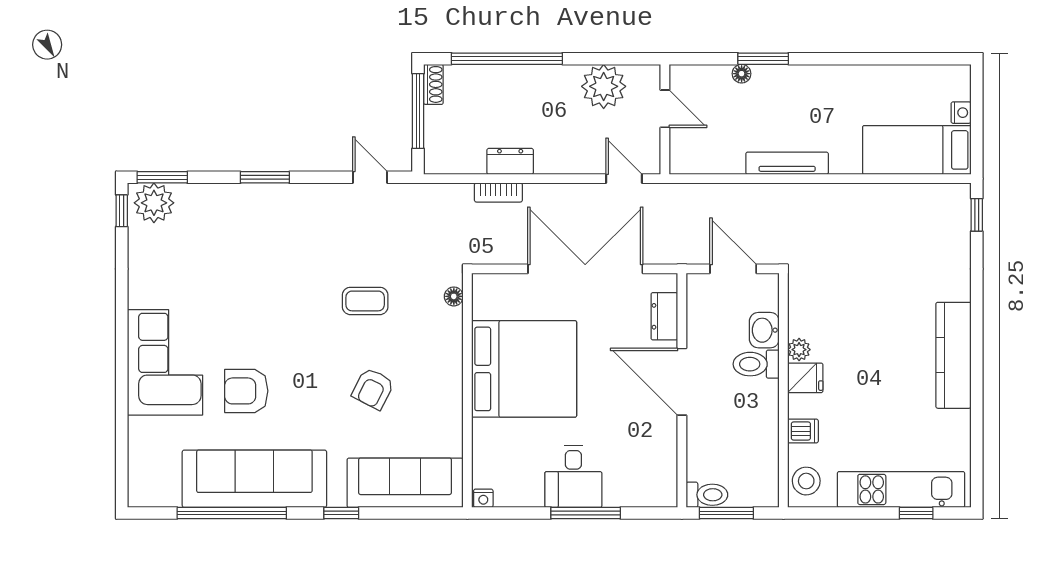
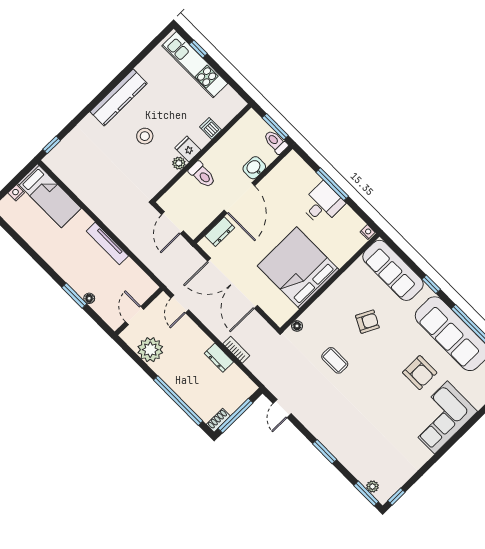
plant: (154, 203) -> (372, 487), width x0.53, depth x0.53
washbasin: (764, 330) -> (254, 168), moved, turned 180
stool: (806, 481) -> (145, 136), moved

